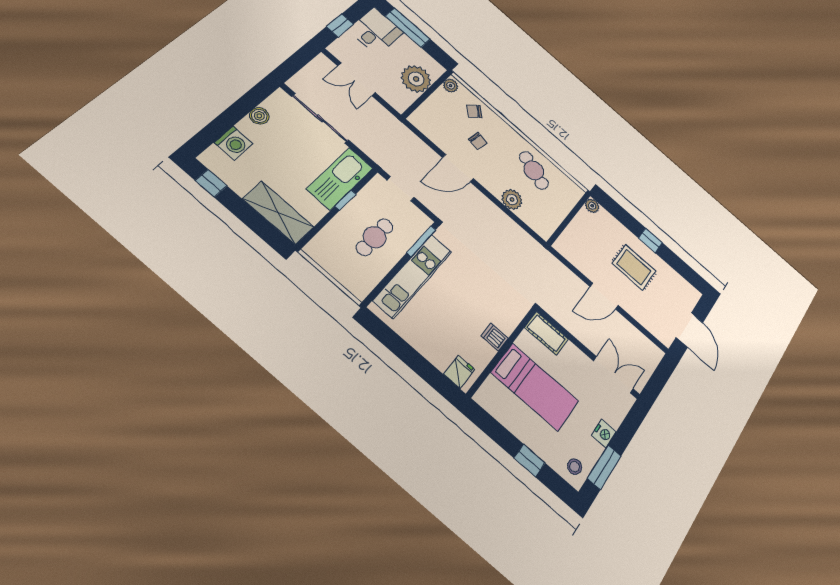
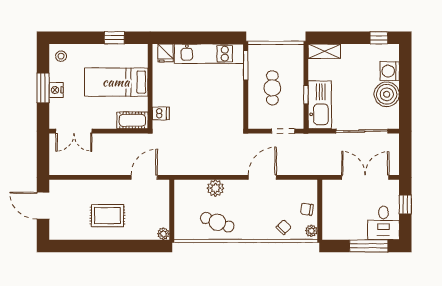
double door: (356, 79) -> (365, 177), width x1.37
plant: (416, 79) -> (334, 214), removed
boiler: (259, 116) -> (387, 94), width x1.86, depth x1.86
chair: (478, 141) -> (307, 209), moved
shelving: (278, 213) -> (324, 51), width x0.67, depth x0.75
window: (650, 240) -> (109, 246), removed
window: (421, 241) -> (246, 65), moved
kitchen unit: (413, 276) -> (209, 54), moved, turned -90
door: (604, 296) -> (144, 177), moved
dishwasher: (495, 337) -> (161, 113), moved
window: (530, 461) -> (114, 38), moved
window: (604, 467) -> (43, 88), moved

